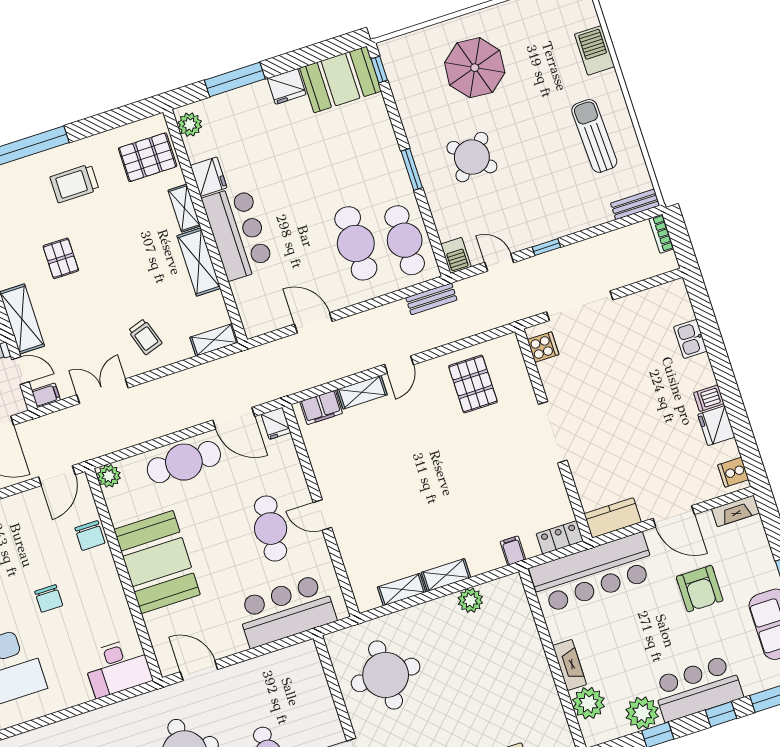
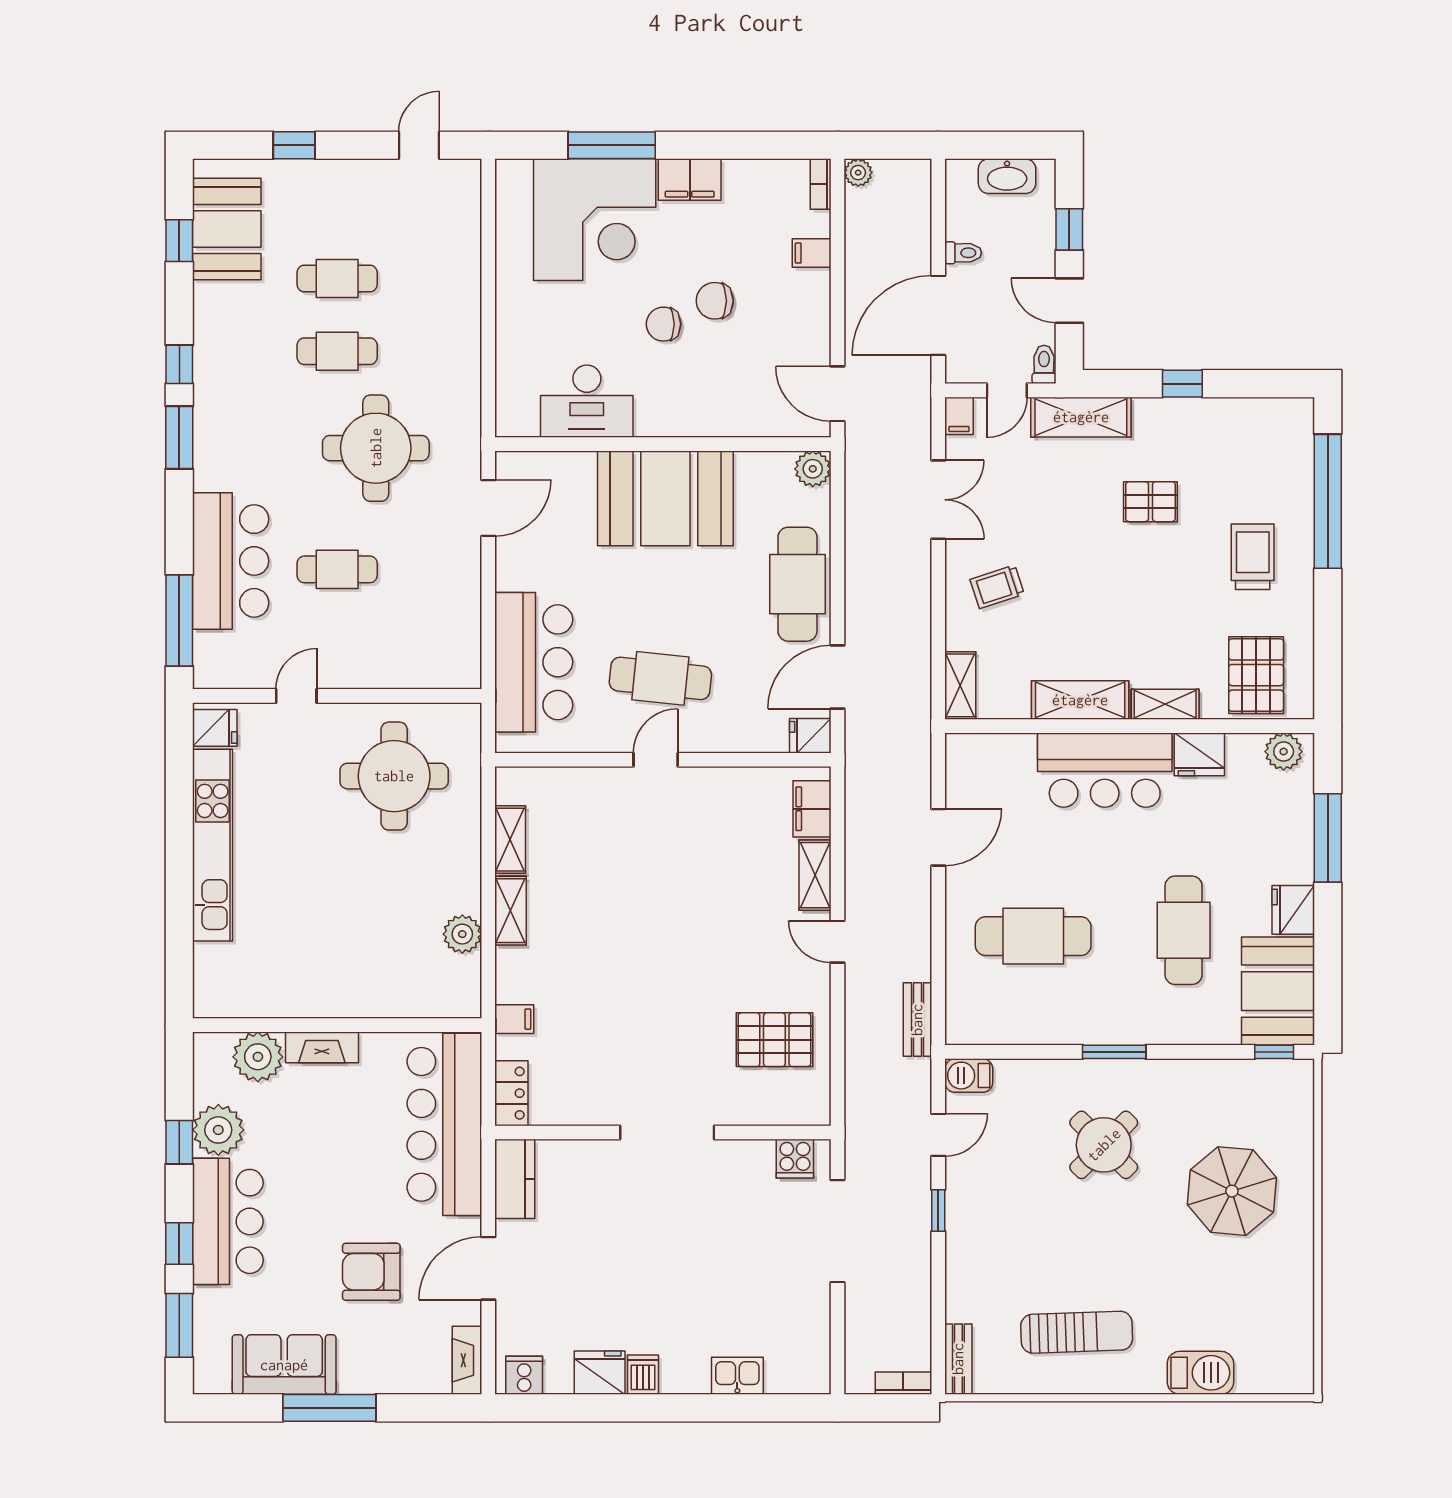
cafe table: (405, 240) -> (1184, 930), moved, turned 90
chair: (90, 536) -> (715, 301), moved
desk: (117, 667) -> (587, 401), moved, turned -90

